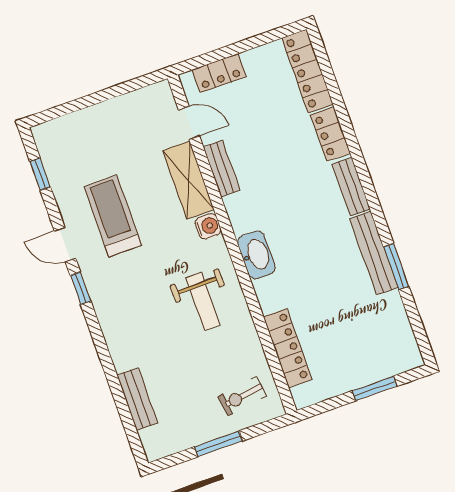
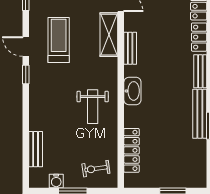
bench: (222, 168) -> (130, 48), moved
water cooler: (208, 226) -> (56, 181), moved, turned 90

